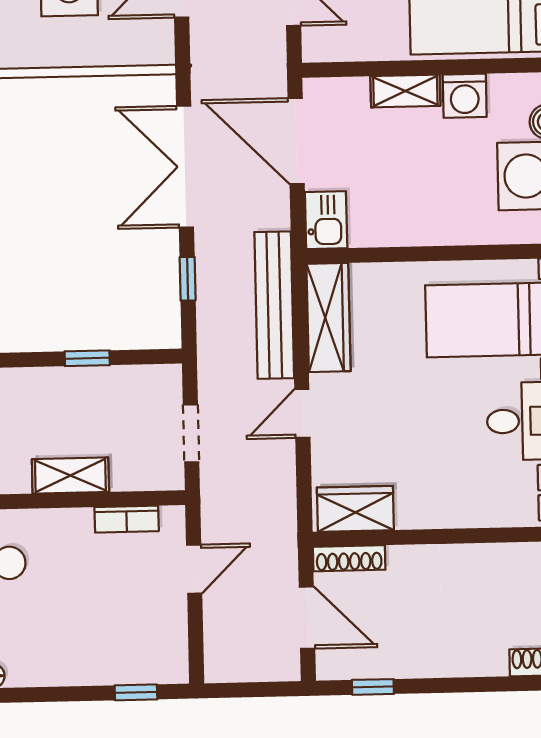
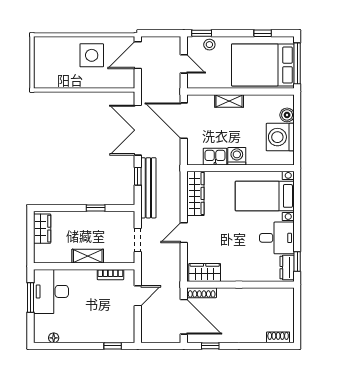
washing machine: (465, 96) -> (237, 156), moved, turned 180
kitchen sink: (326, 220) -> (215, 157), moved, turned -90
bench: (274, 305) -> (148, 188), moved
door: (307, 618) -> (184, 317), width x1.36

